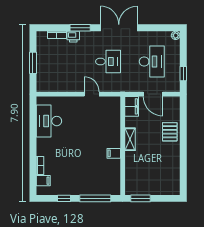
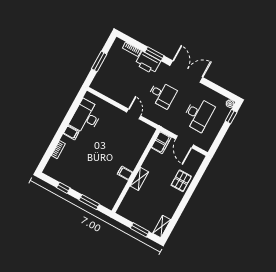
printer: (73, 37) -> (148, 63), width x1.87, depth x1.48
window: (183, 74) -> (231, 117), moved
shelving: (130, 139) -> (139, 179), moved
filing cabinet: (43, 181) -> (71, 133), moved
shelving: (175, 184) -> (162, 226), added
window: (95, 198) -> (89, 202), width x0.69
window: (140, 198) -> (140, 230), moved

